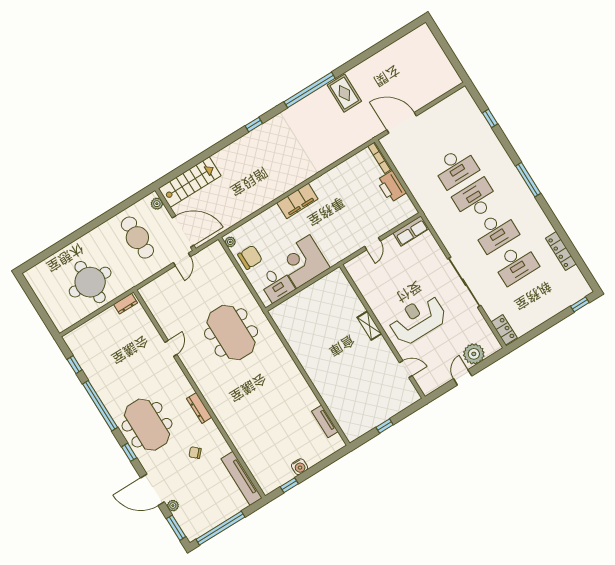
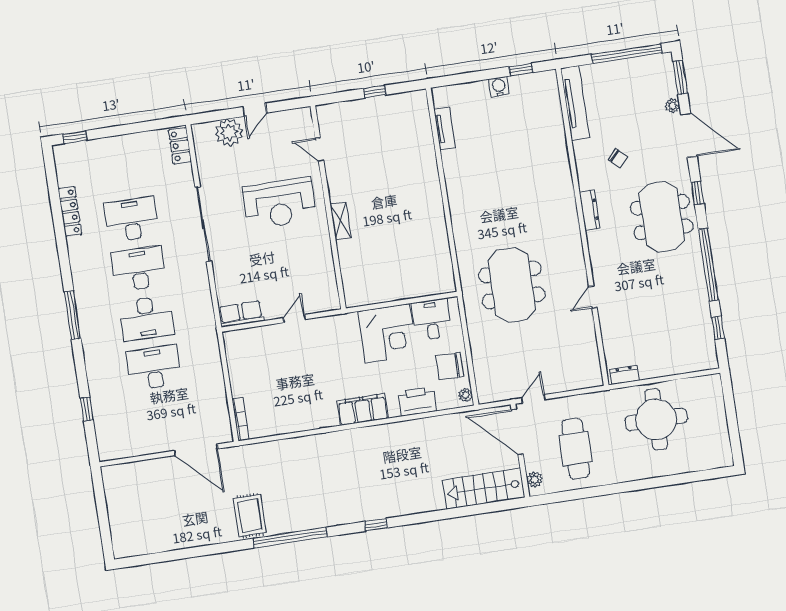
printer: (391, 187) -> (417, 401), moved, turned -90

